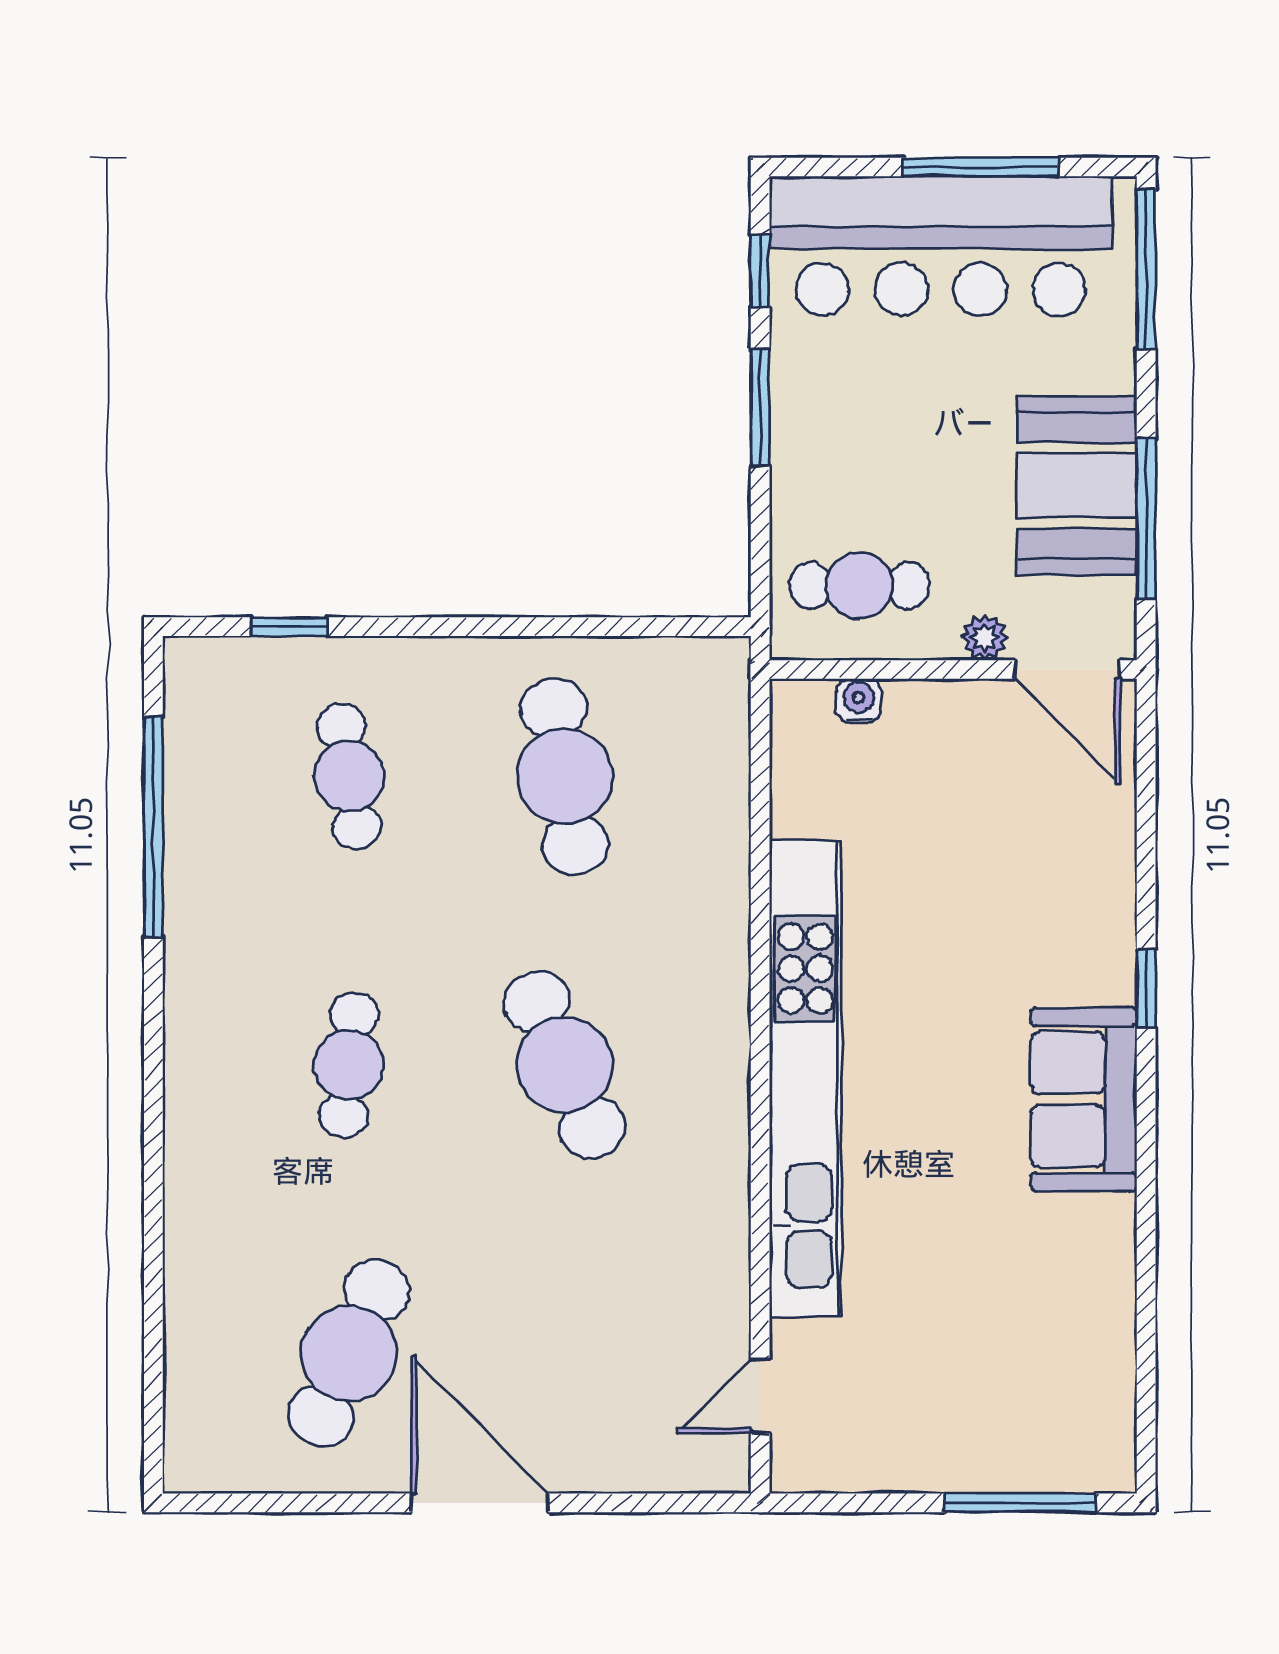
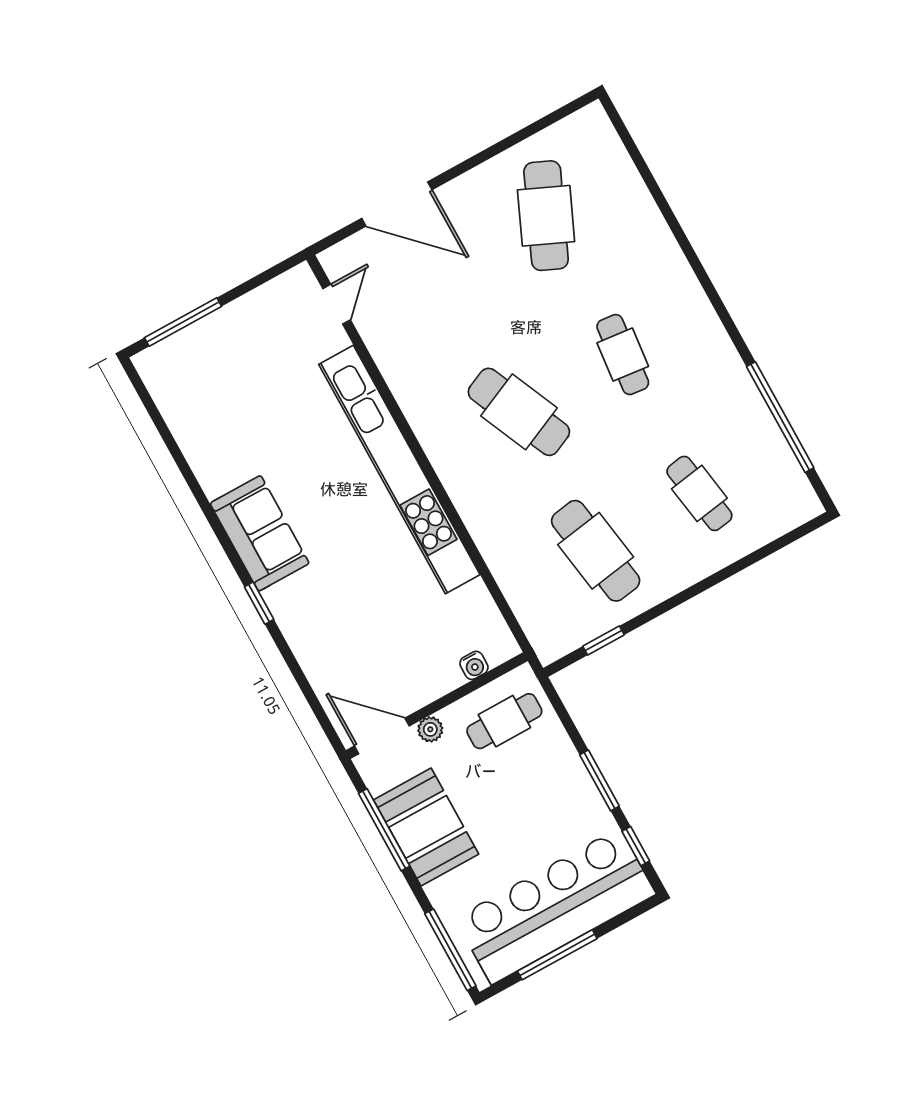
window: (289, 627) -> (603, 641), moved
door: (480, 1503) -> (397, 204), moved

